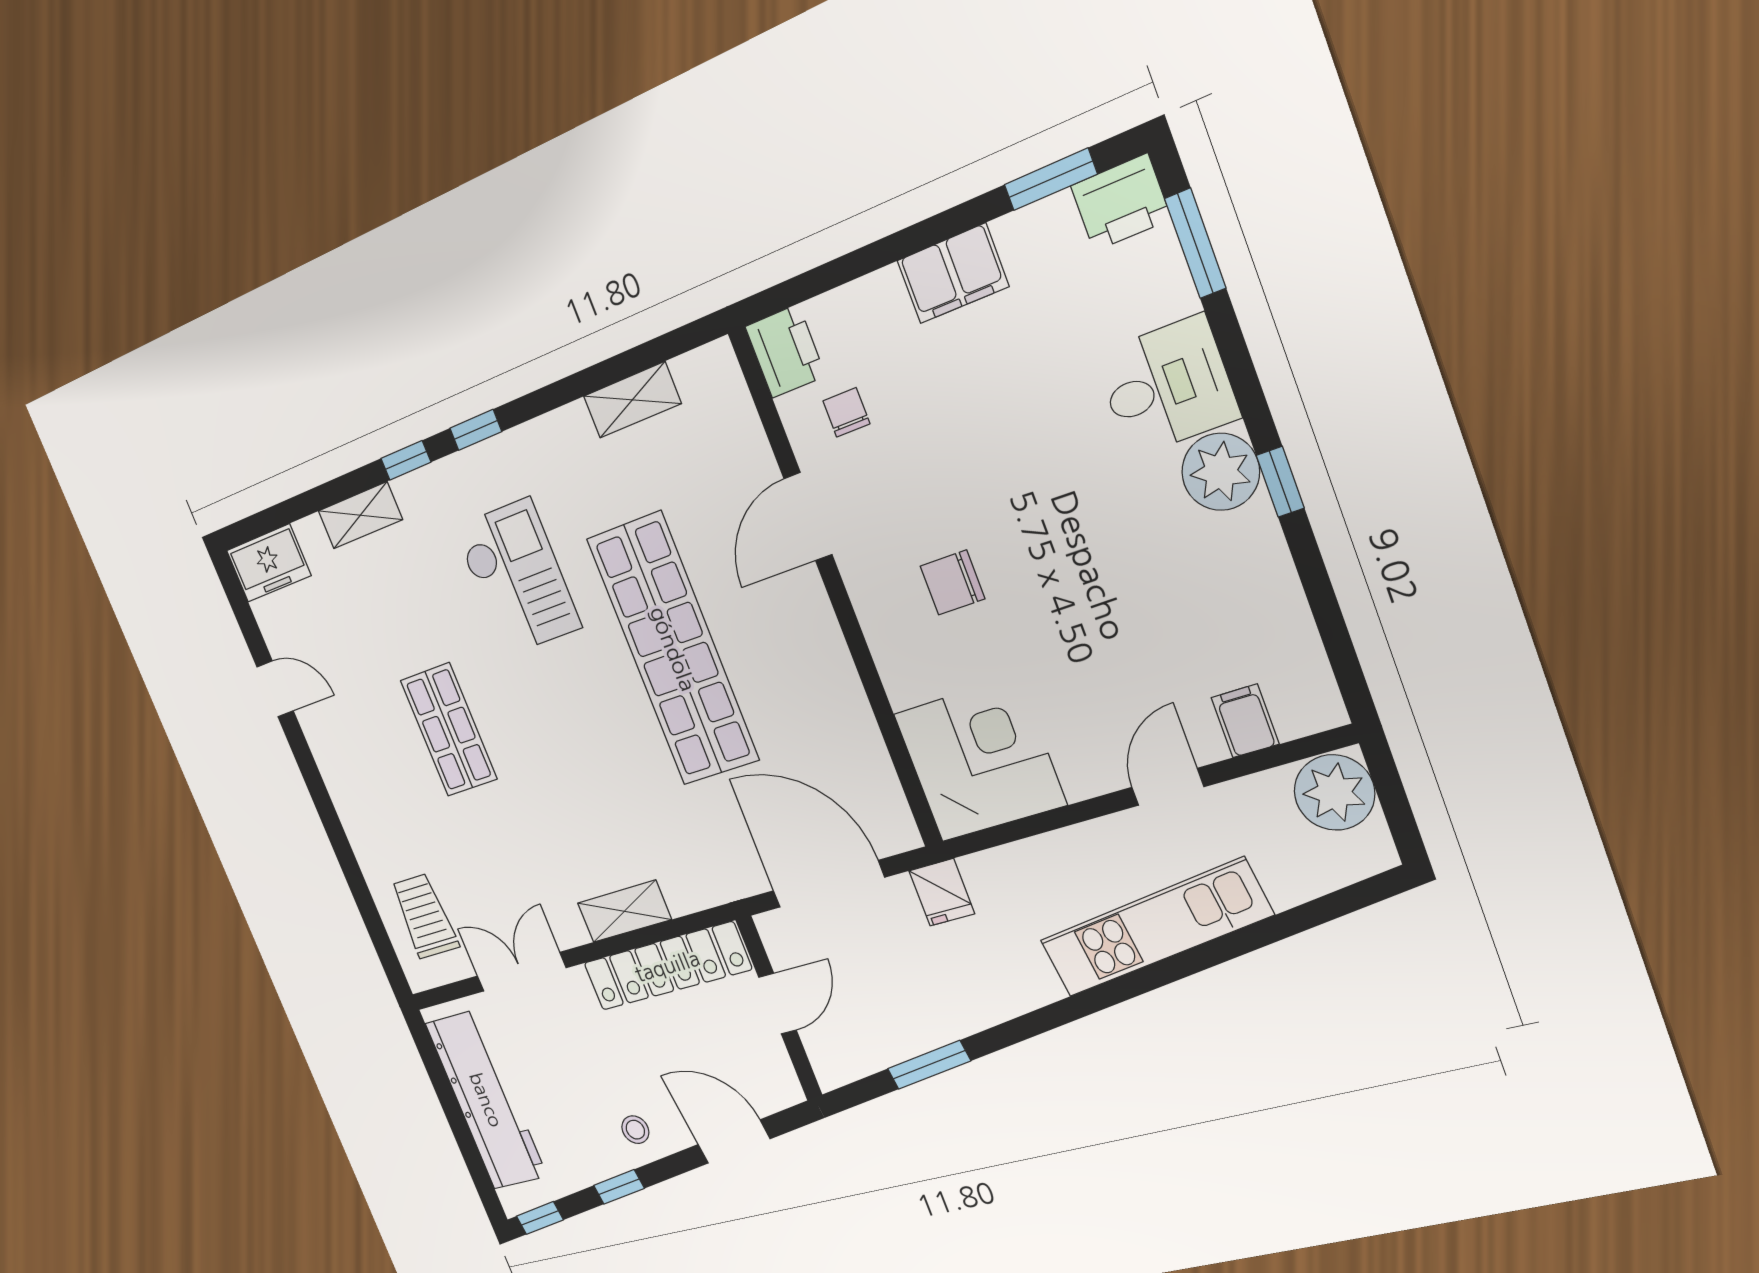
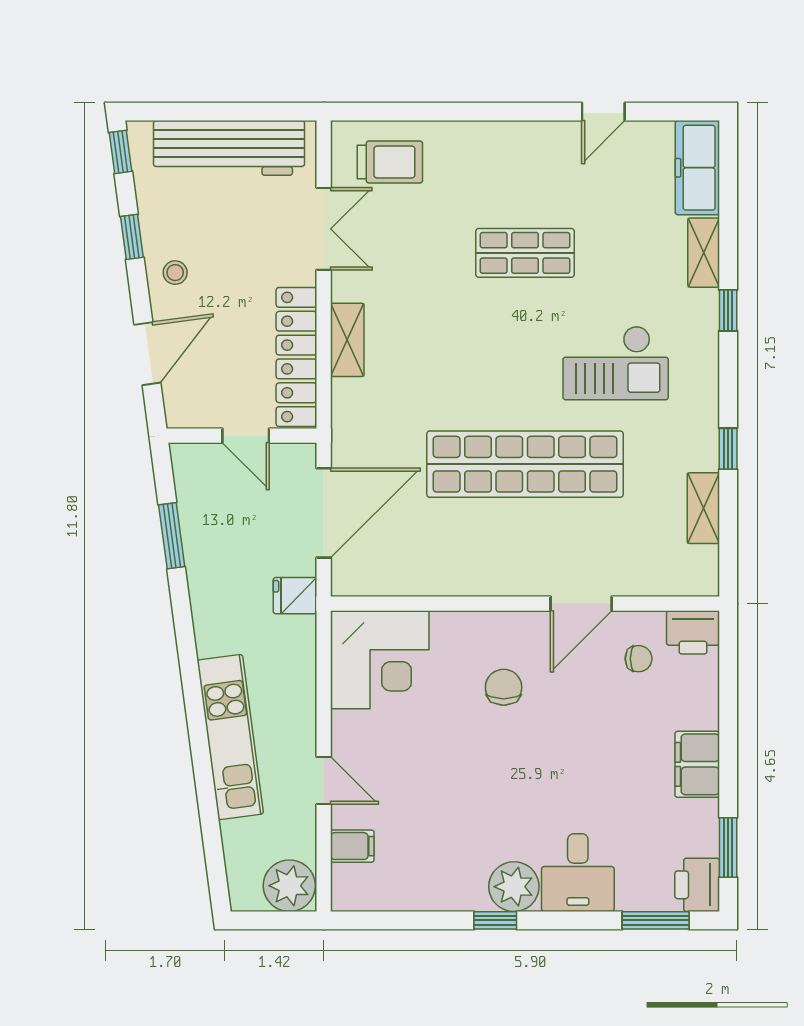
window: (476, 430) -> (728, 449), moved
door: (808, 517) -> (581, 604), swing flipped
freezer: (269, 563) -> (697, 168), width x1.40

